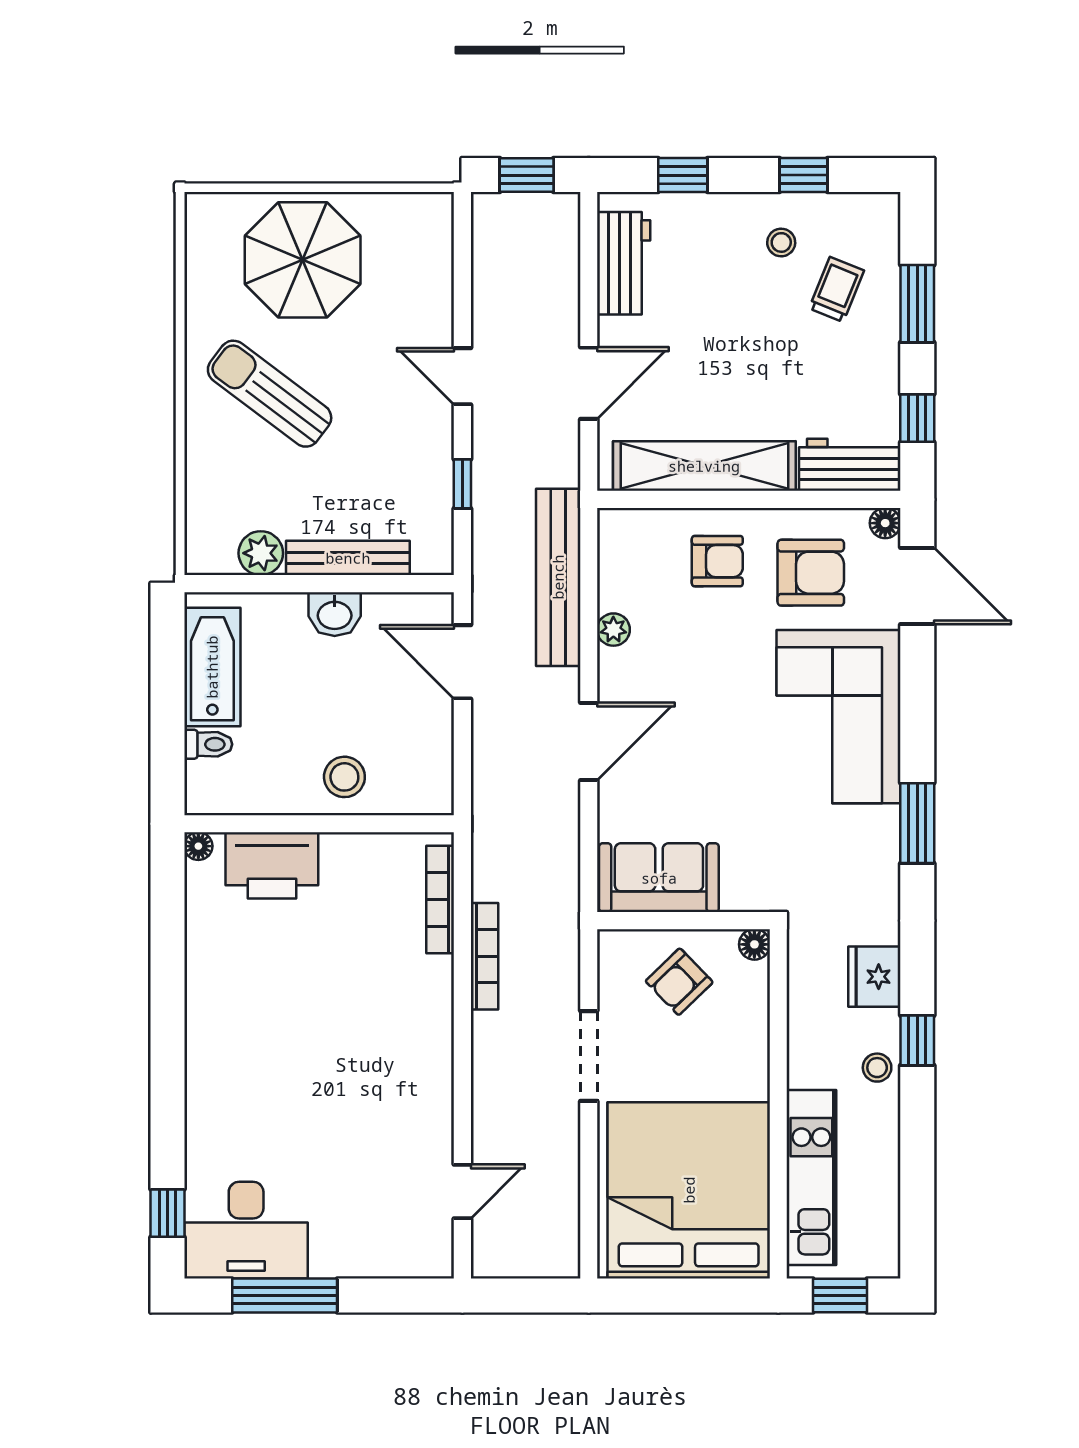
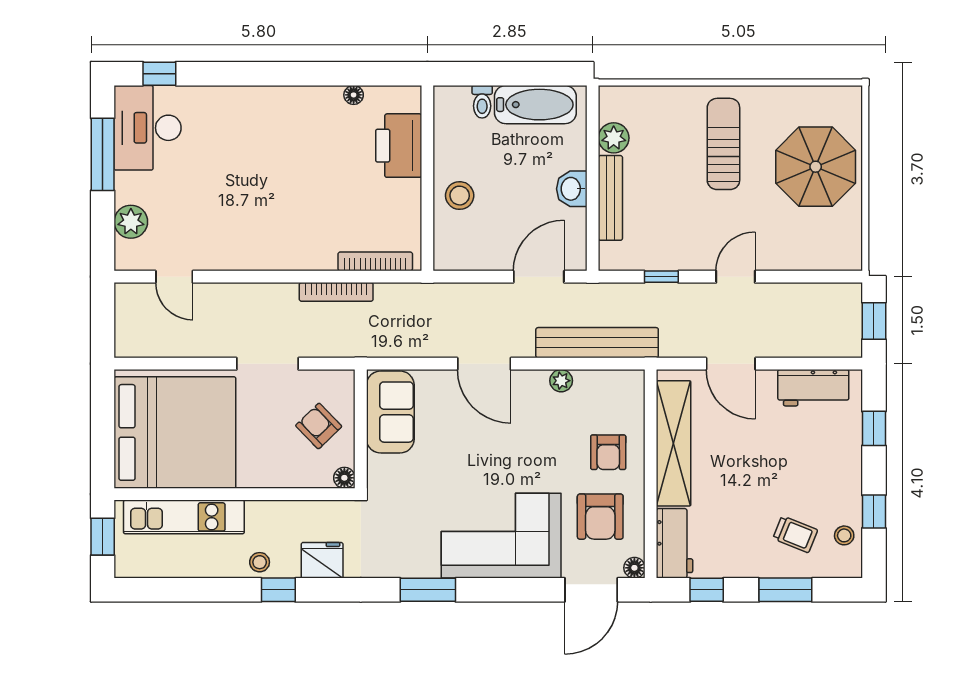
stool: (781, 242) -> (844, 535), moved
sun lounger: (270, 394) -> (723, 144), turned -37
floor lamp: (198, 846) -> (354, 95), moved
plant: (382, 1255) -> (131, 222), added

